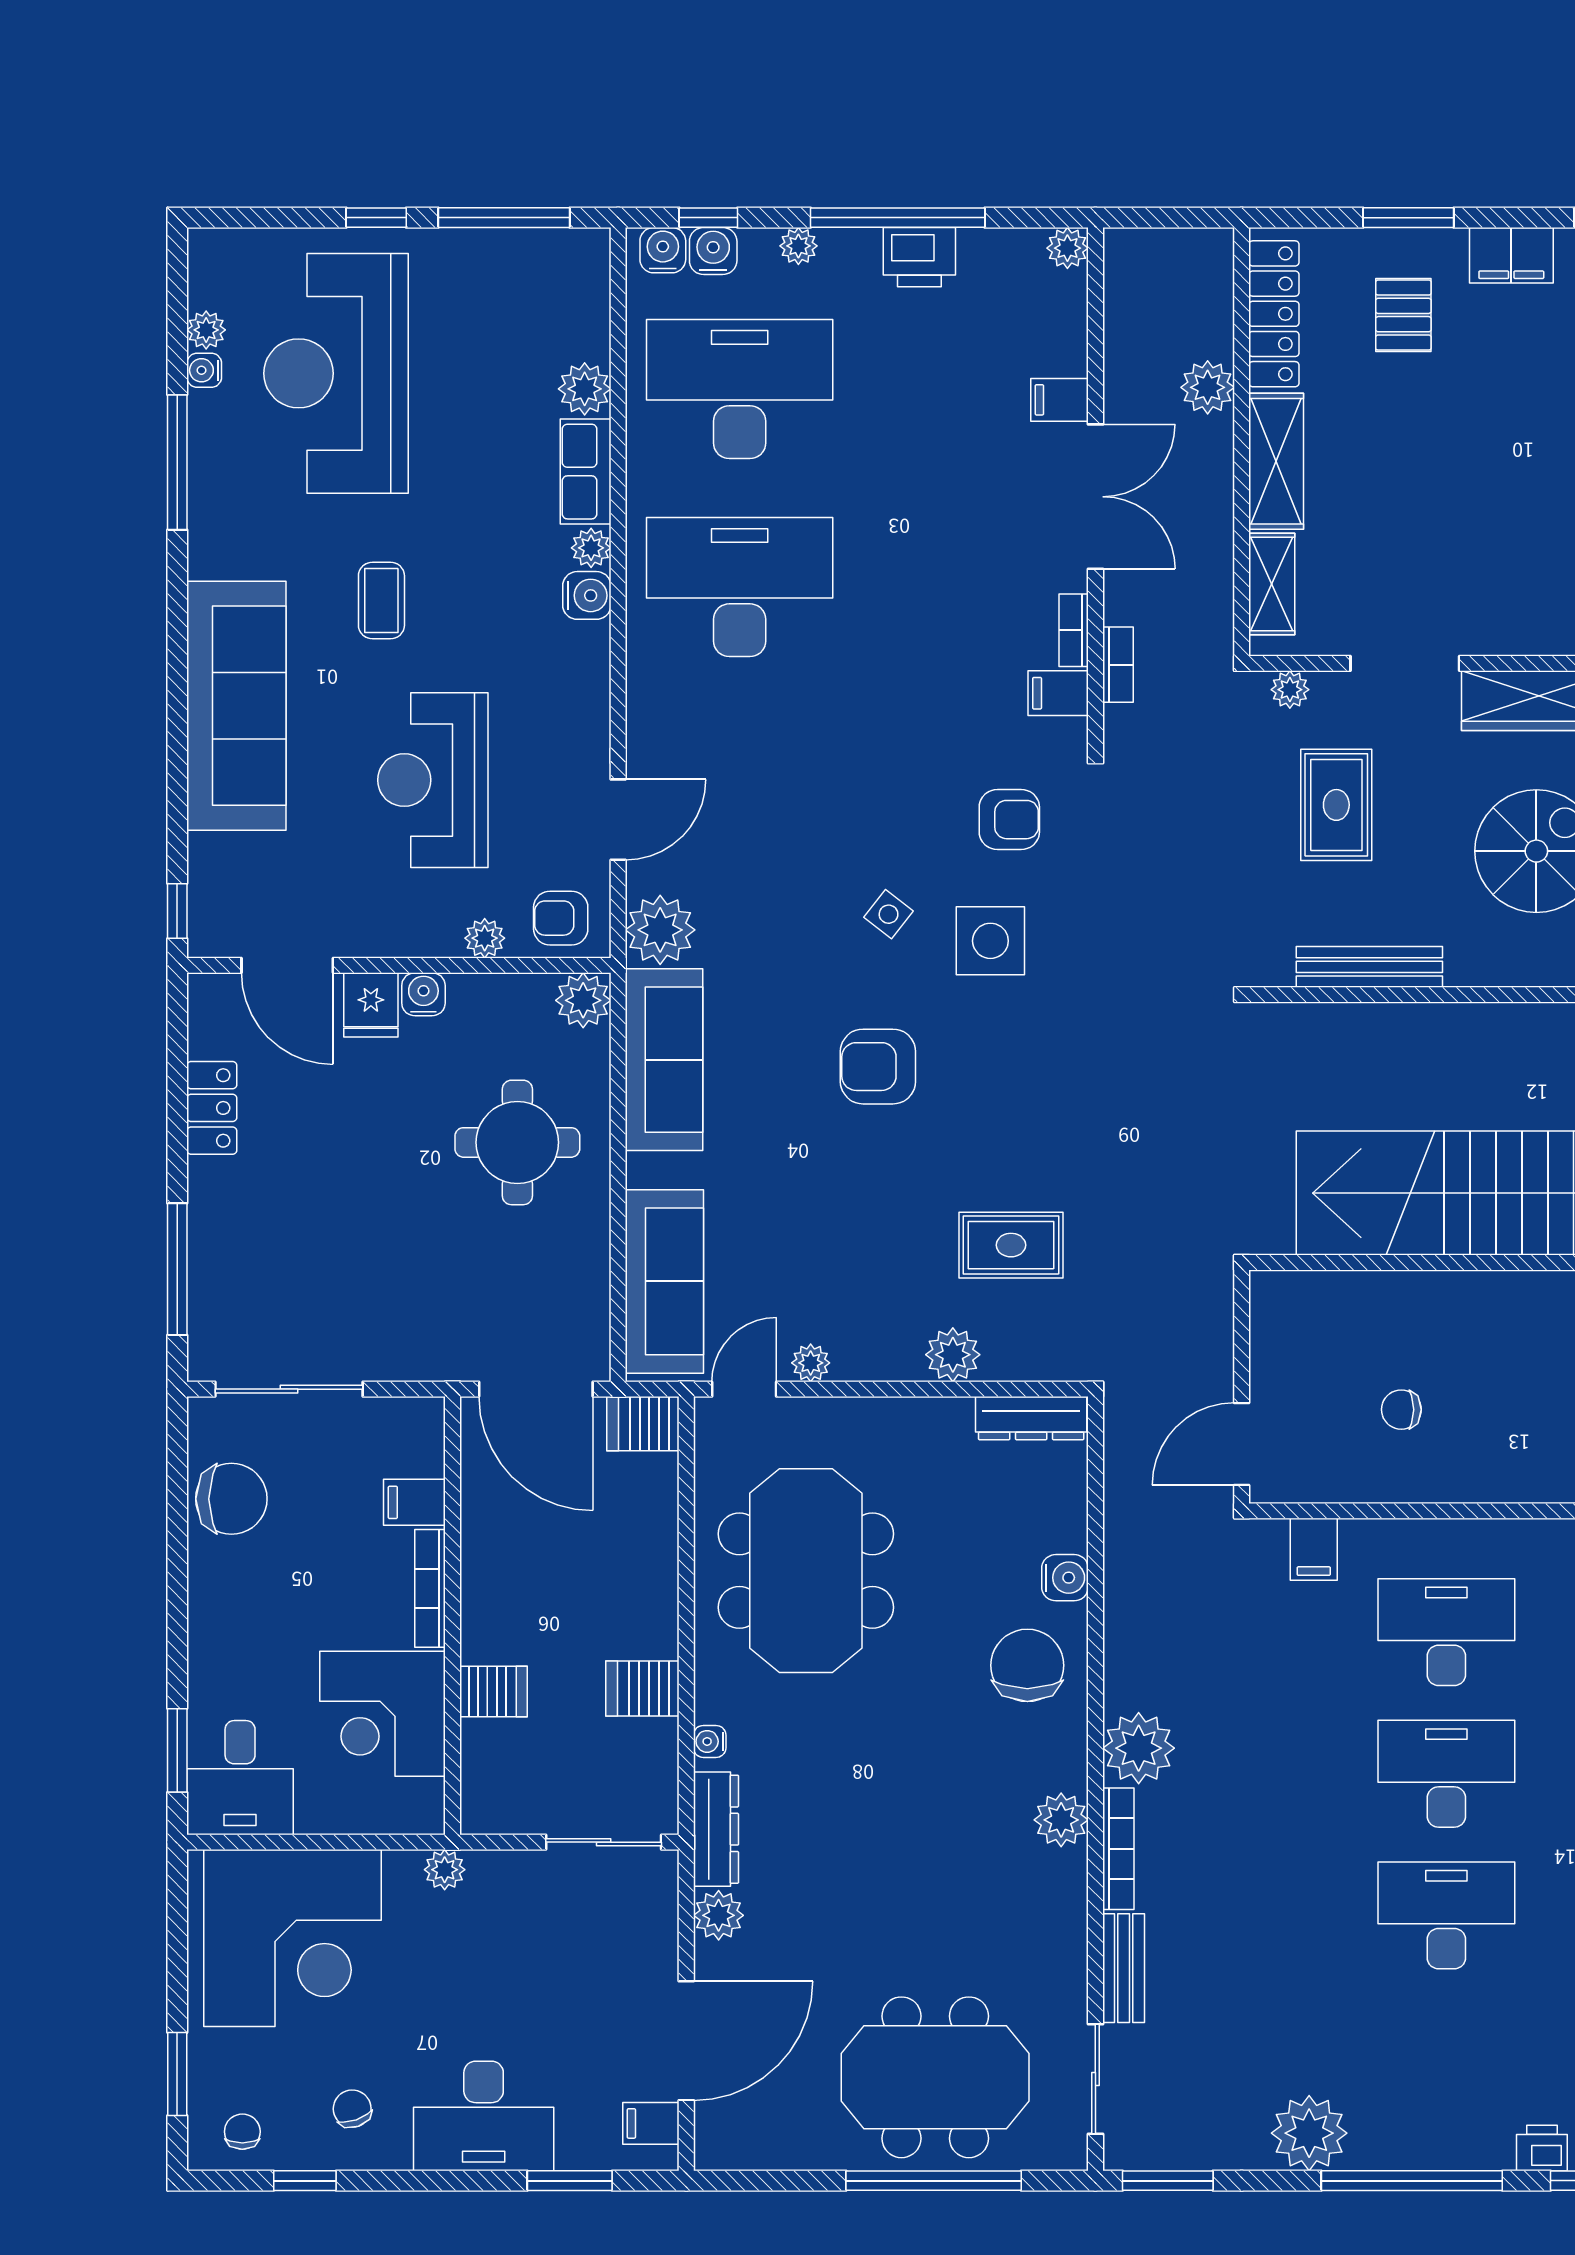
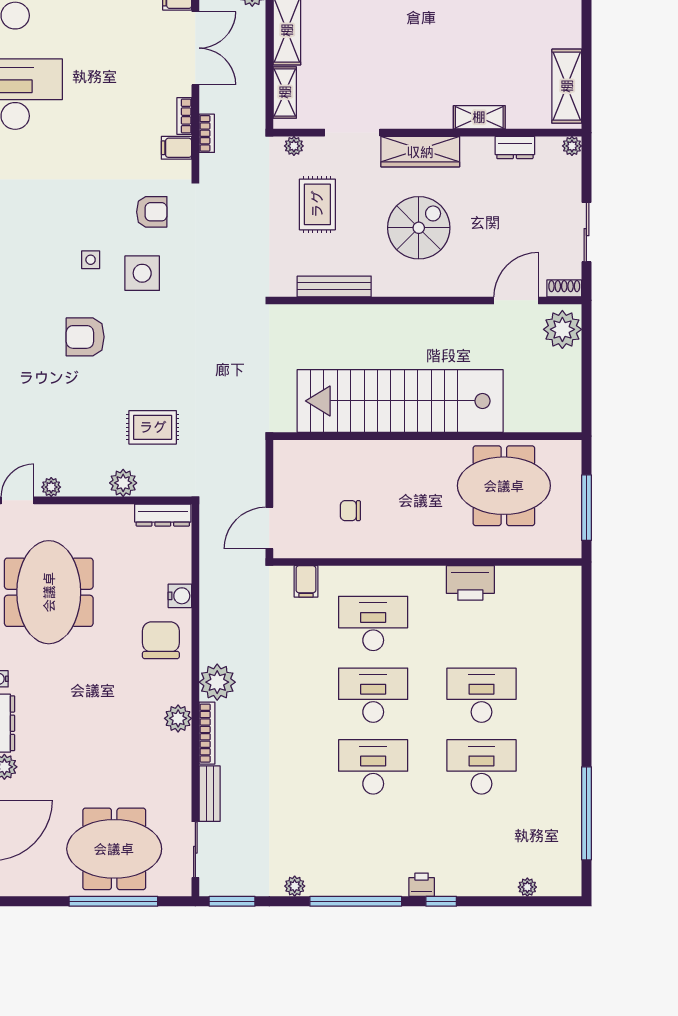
side table: (889, 914) -> (91, 260), turned -38
plant: (1309, 2133) -> (295, 886), width x0.53, depth x0.53

